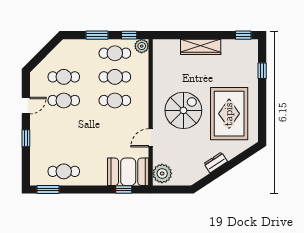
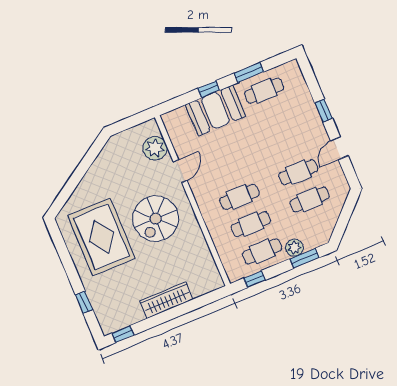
window: (97, 35) -> (305, 258), moved
plant: (142, 46) -> (294, 248), moved
dresser: (216, 163) -> (93, 174), removed
booth: (128, 172) -> (215, 110), moved
plant: (162, 173) -> (155, 148), moved
window: (48, 189) -> (249, 72), moved
window: (124, 189) -> (209, 89), moved

